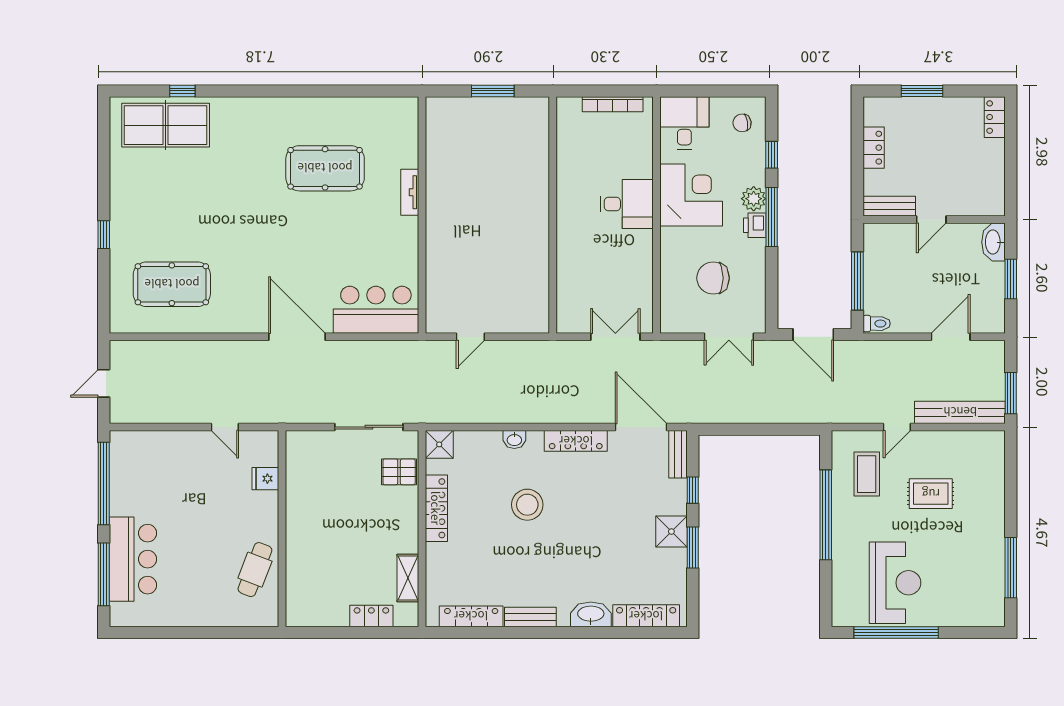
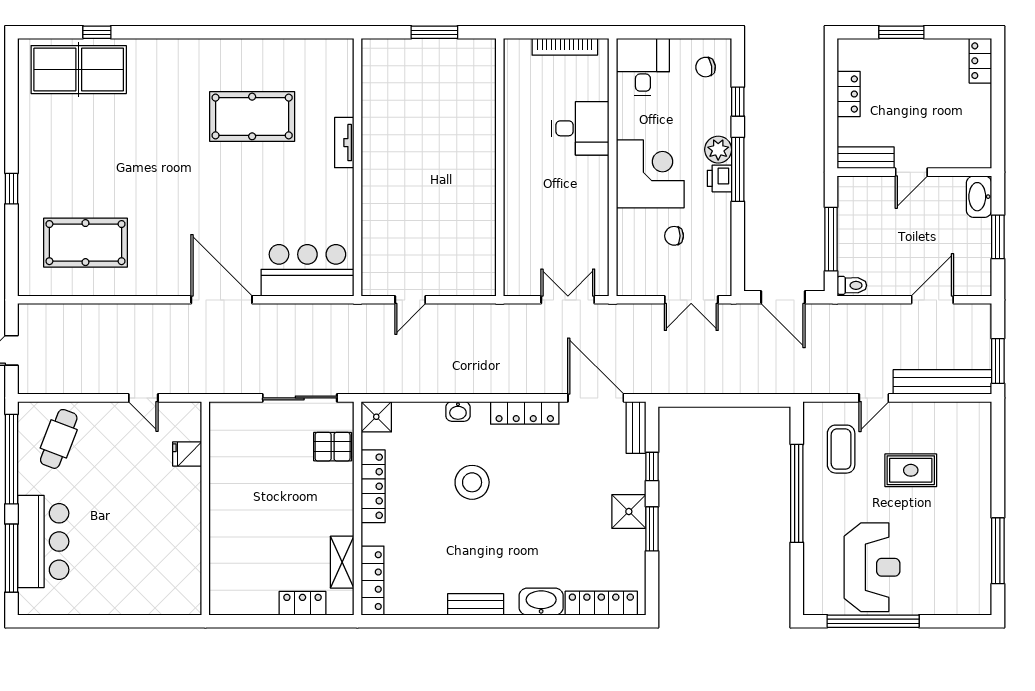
corner desk: (691, 195) -> (650, 174), moved
desk: (627, 204) -> (580, 128), moved
chair: (713, 278) -> (674, 236), width x0.54, depth x0.54
cafe table: (255, 570) -> (59, 439), moved
locker: (471, 616) -> (373, 581), moved, turned 90

